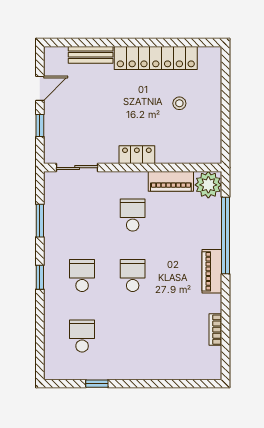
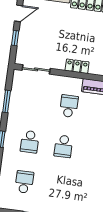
school desk: (82, 276) -> (30, 142), turned 180
school desk: (133, 276) -> (63, 146), turned 180

